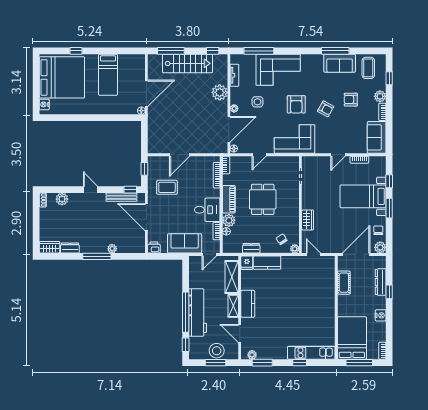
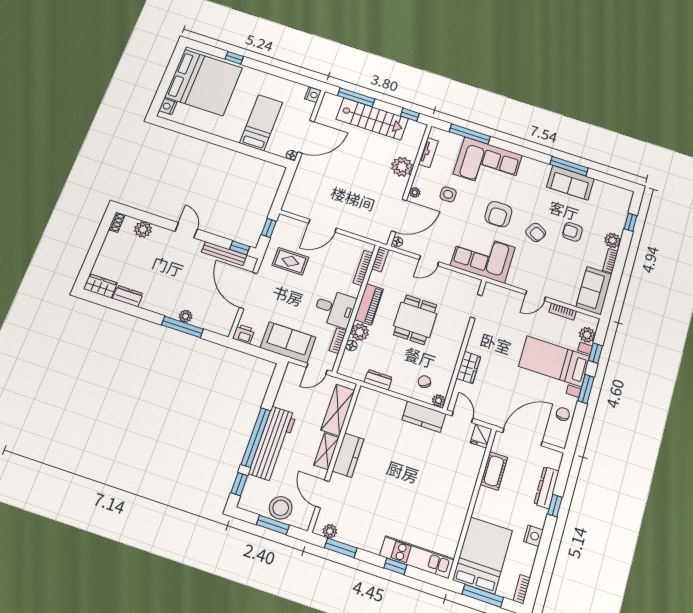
nightstand: (140, 60) -> (313, 95), added
coffee table: (368, 68) -> (606, 201), removed
bed: (108, 75) -> (261, 123), moved, turned 180
plant: (380, 247) -> (587, 335), moved
window: (97, 256) -> (182, 327), moved
fridge: (247, 263) -> (481, 436), moved
kitchen counter: (267, 263) -> (424, 417), moved

